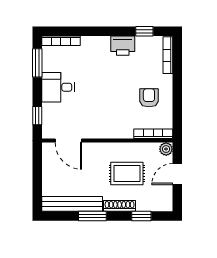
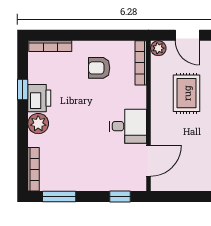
window: (144, 31) -> (23, 90), moved
plant: (101, 45) -> (38, 124), added
desk: (58, 87) -> (128, 126), moved, turned -90

